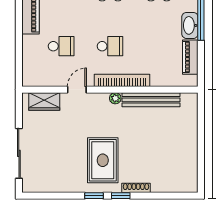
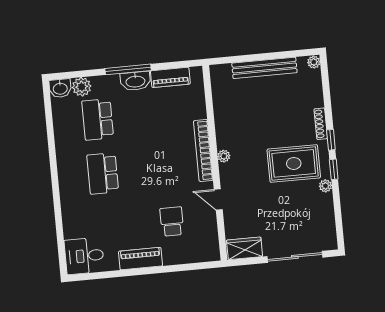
school desk: (110, 46) -> (167, 167), removed
bench: (151, 100) -> (264, 68), moved, turned 90
wardrobe: (44, 102) -> (245, 248), moved, turned -90
plant: (80, 187) -> (325, 186), added
plant: (192, 187) -> (314, 62), added

